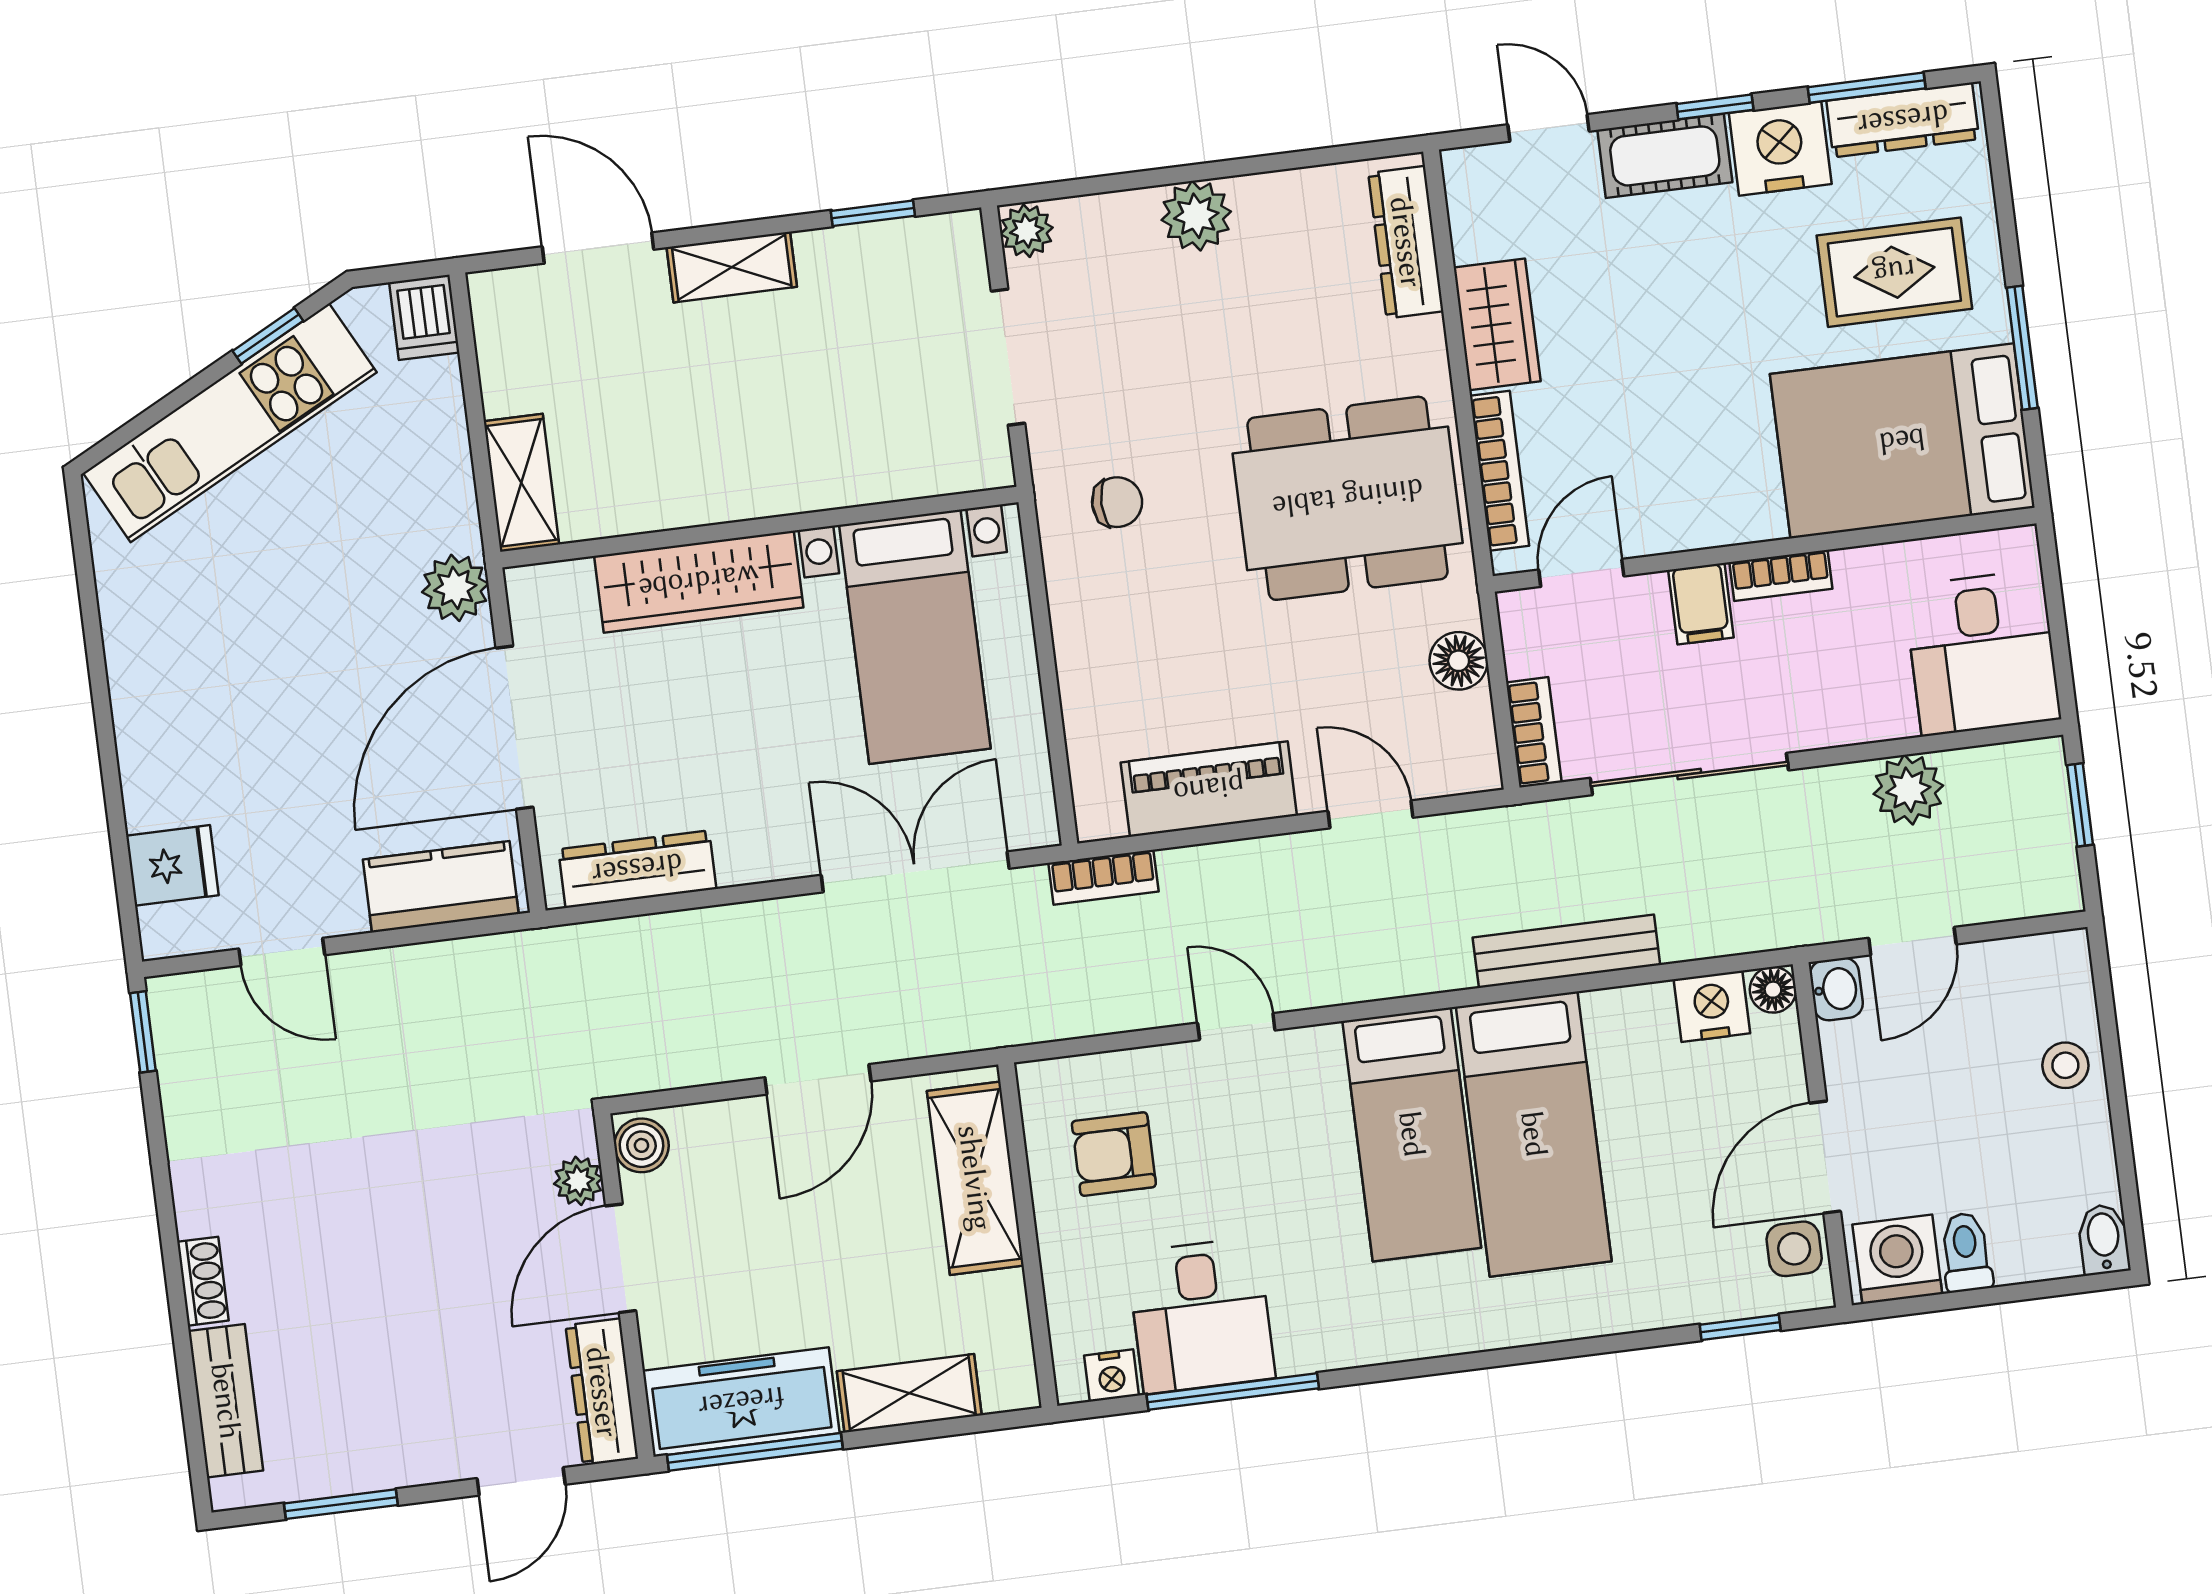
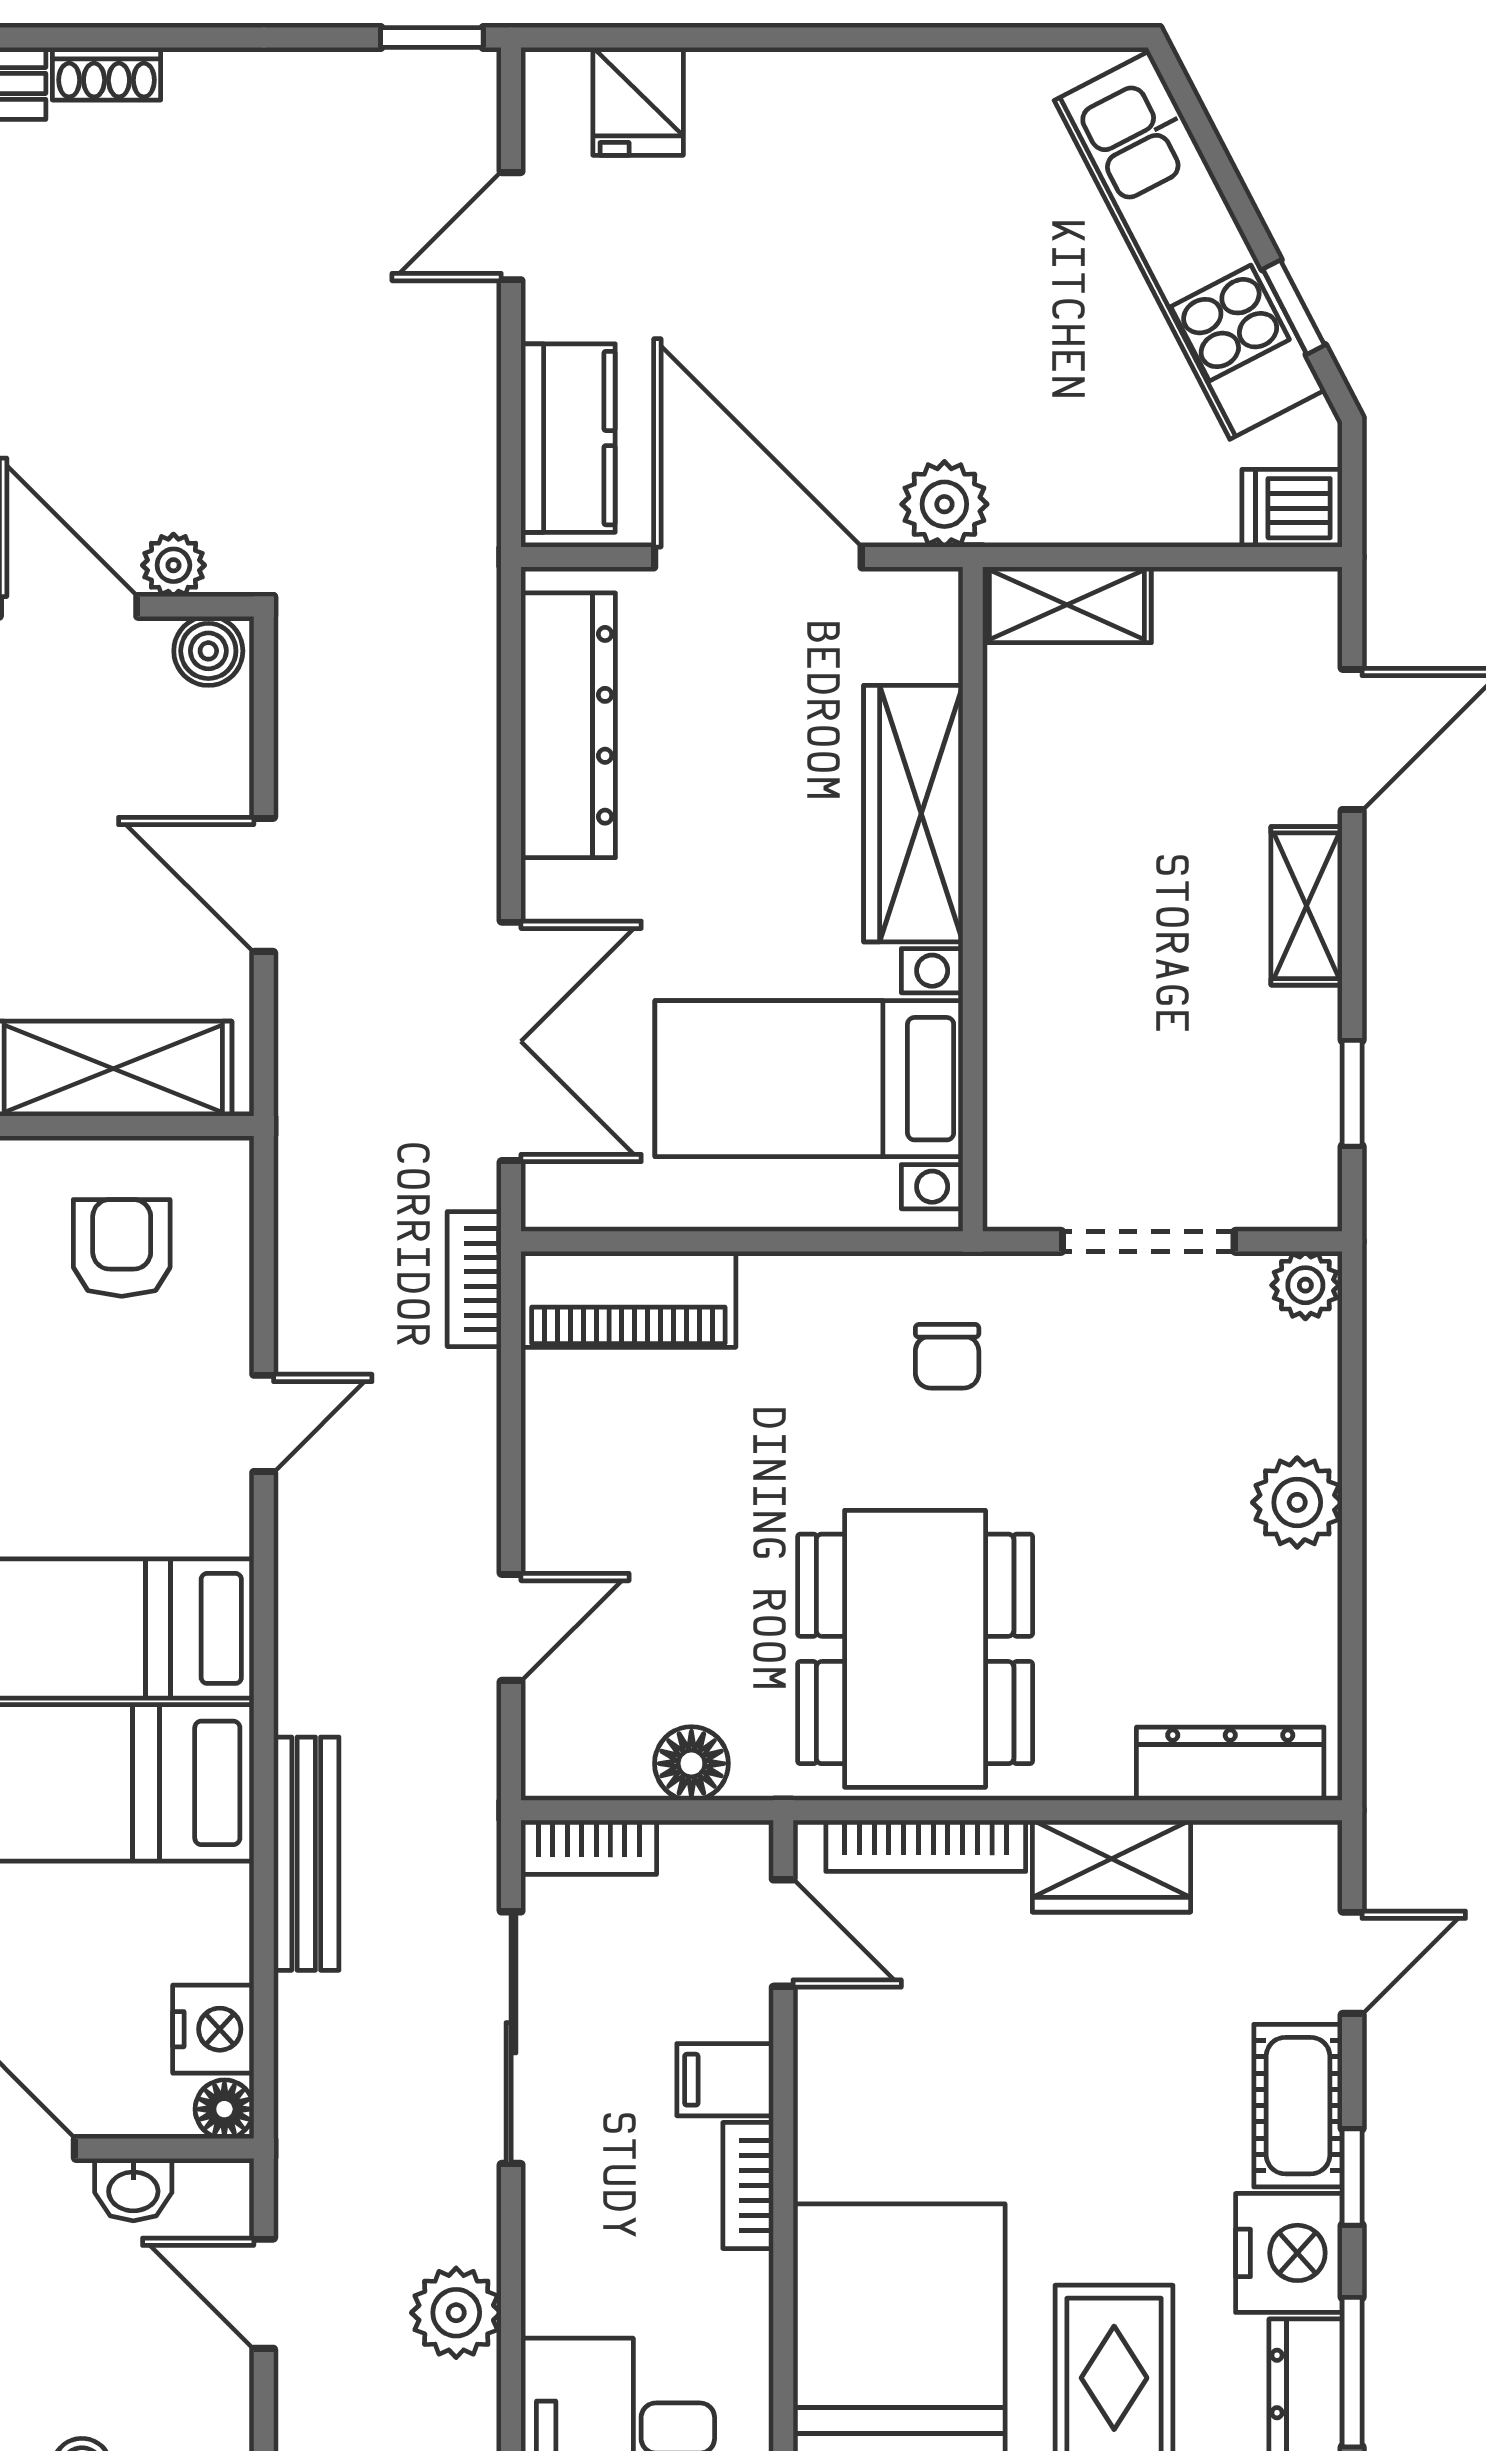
piano: (1209, 789) -> (628, 1299), moved, turned 90
dresser: (637, 869) -> (568, 725), width x1.37, depth x1.24
washbasin: (1836, 989) -> (133, 2190), moved

